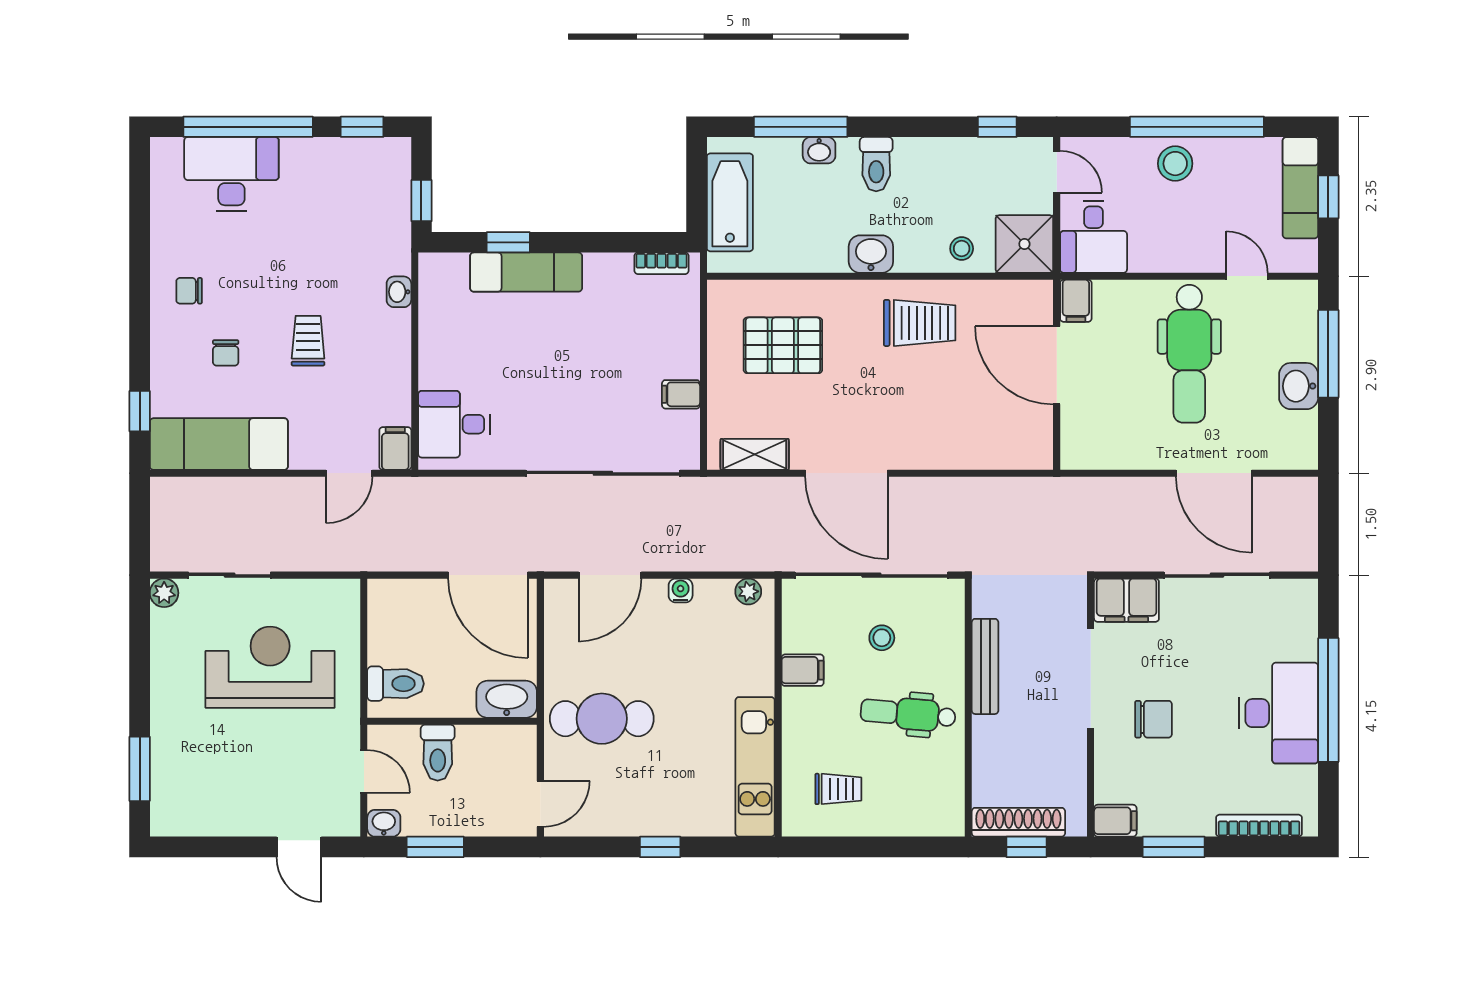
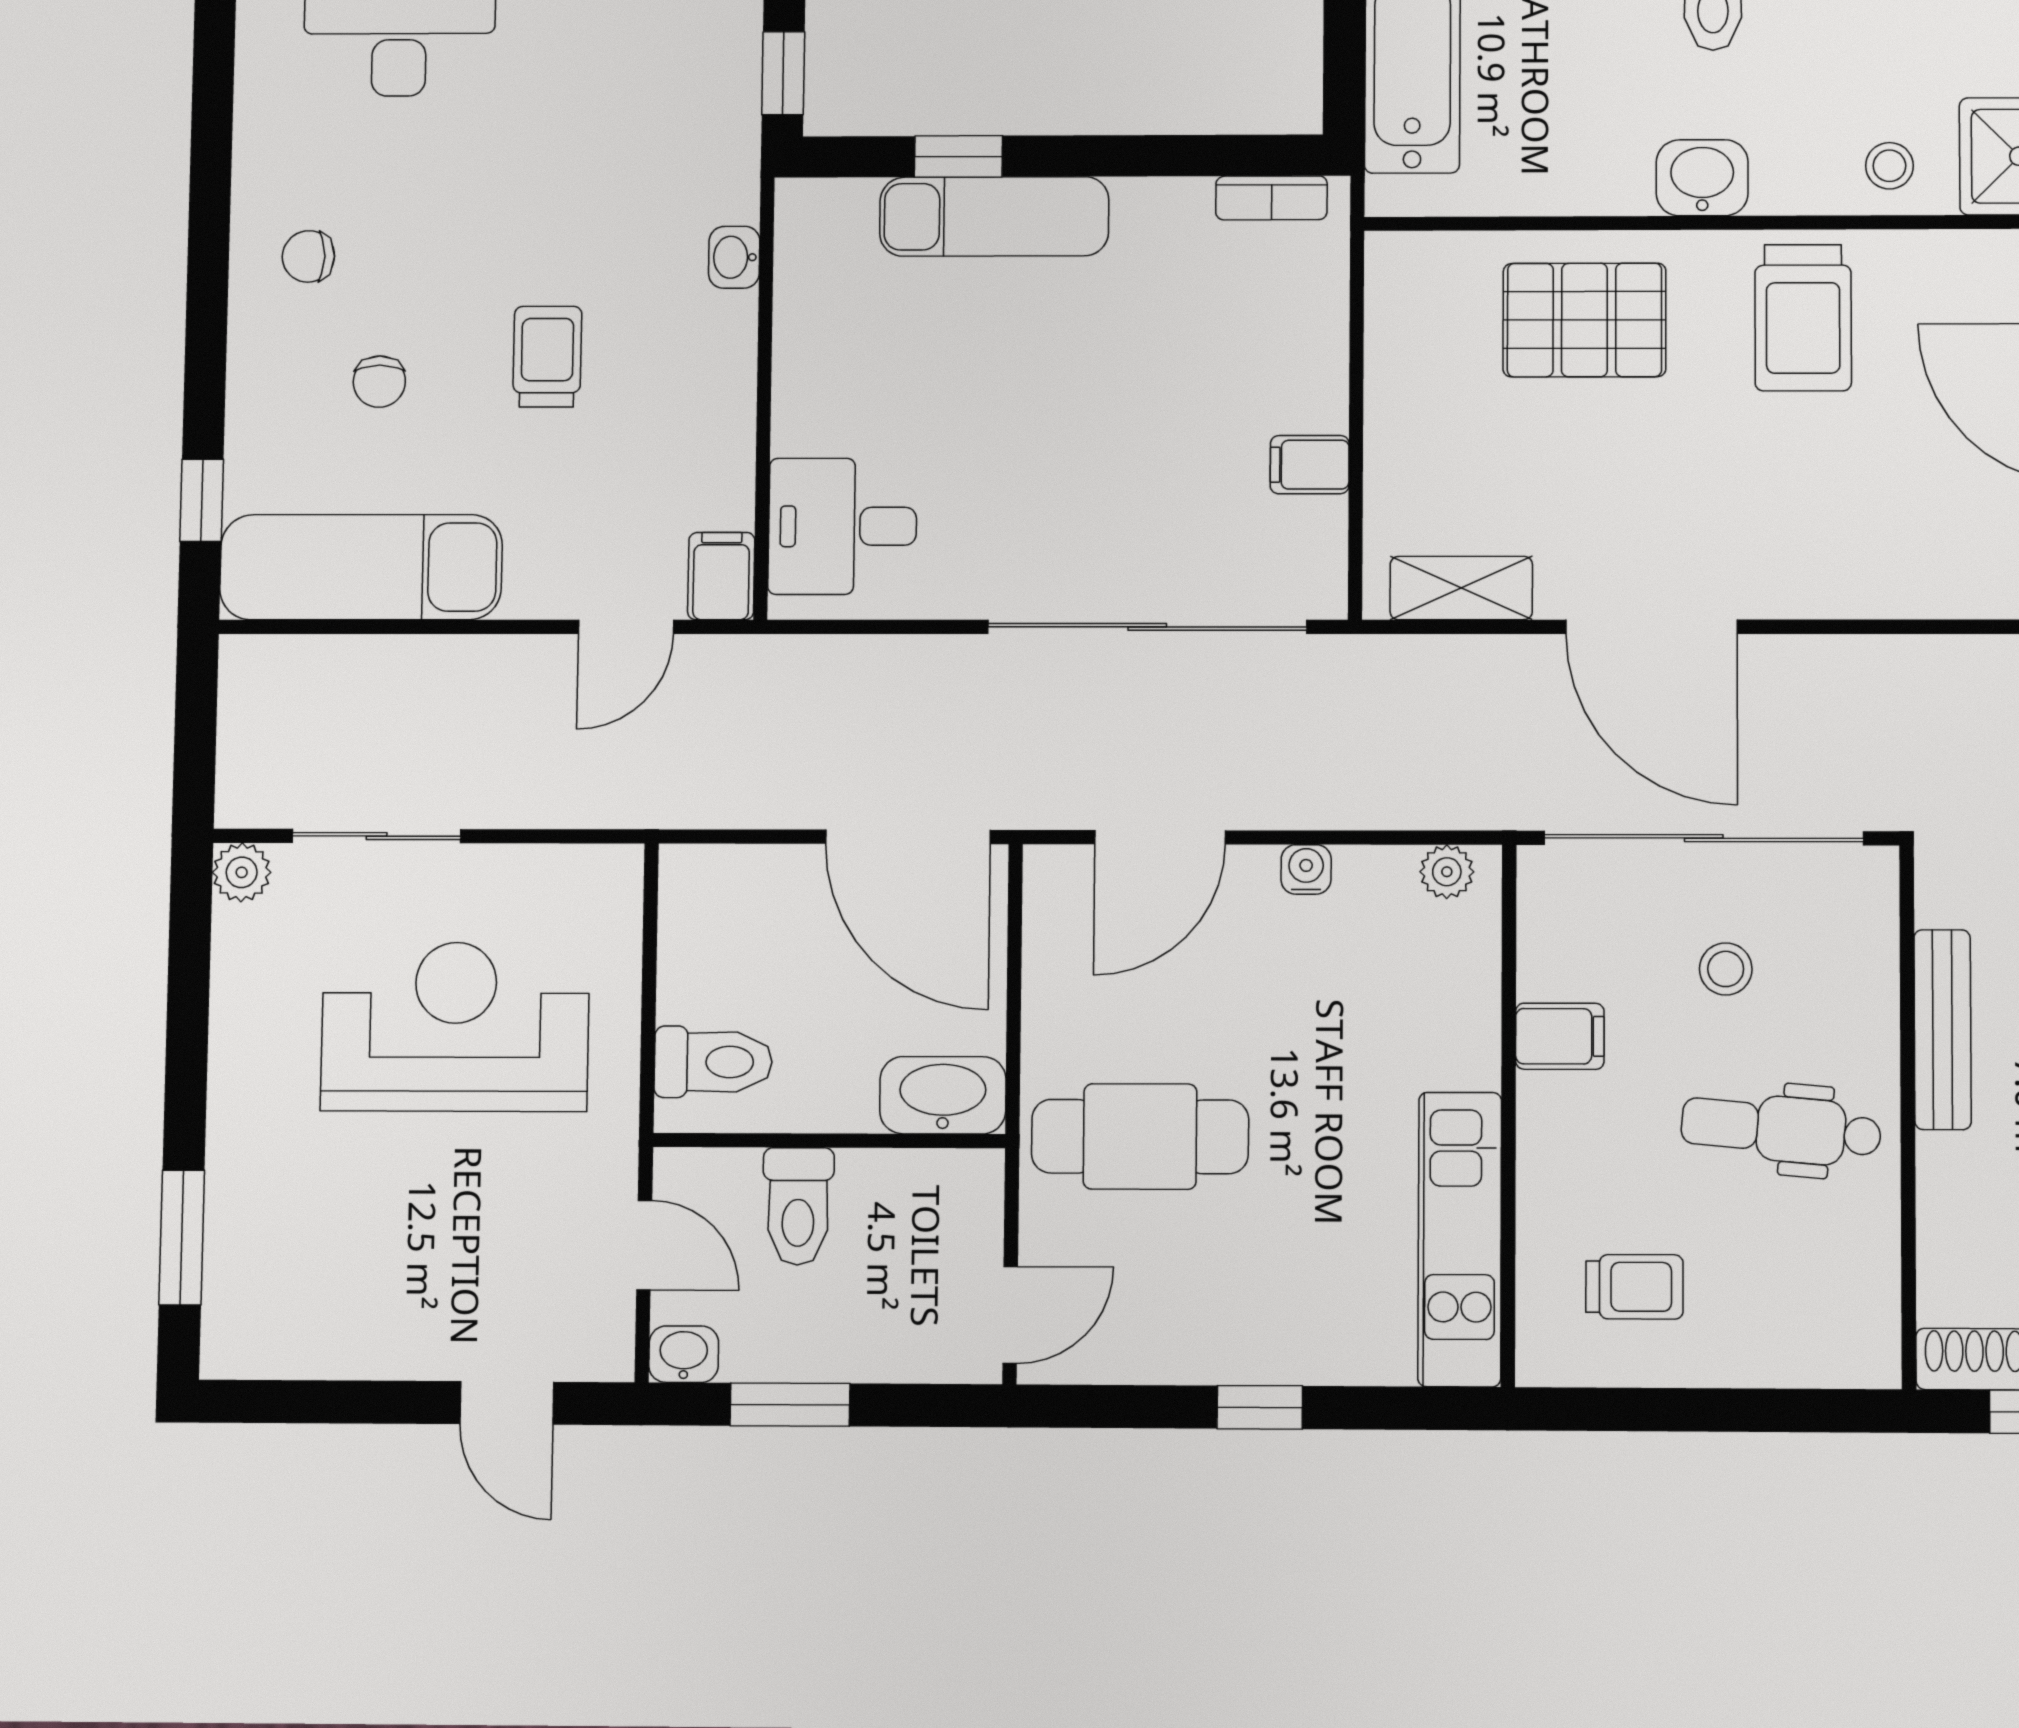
trolley: (920, 323) -> (1803, 318), turned 90
pallet: (783, 345) -> (1584, 320), moved

